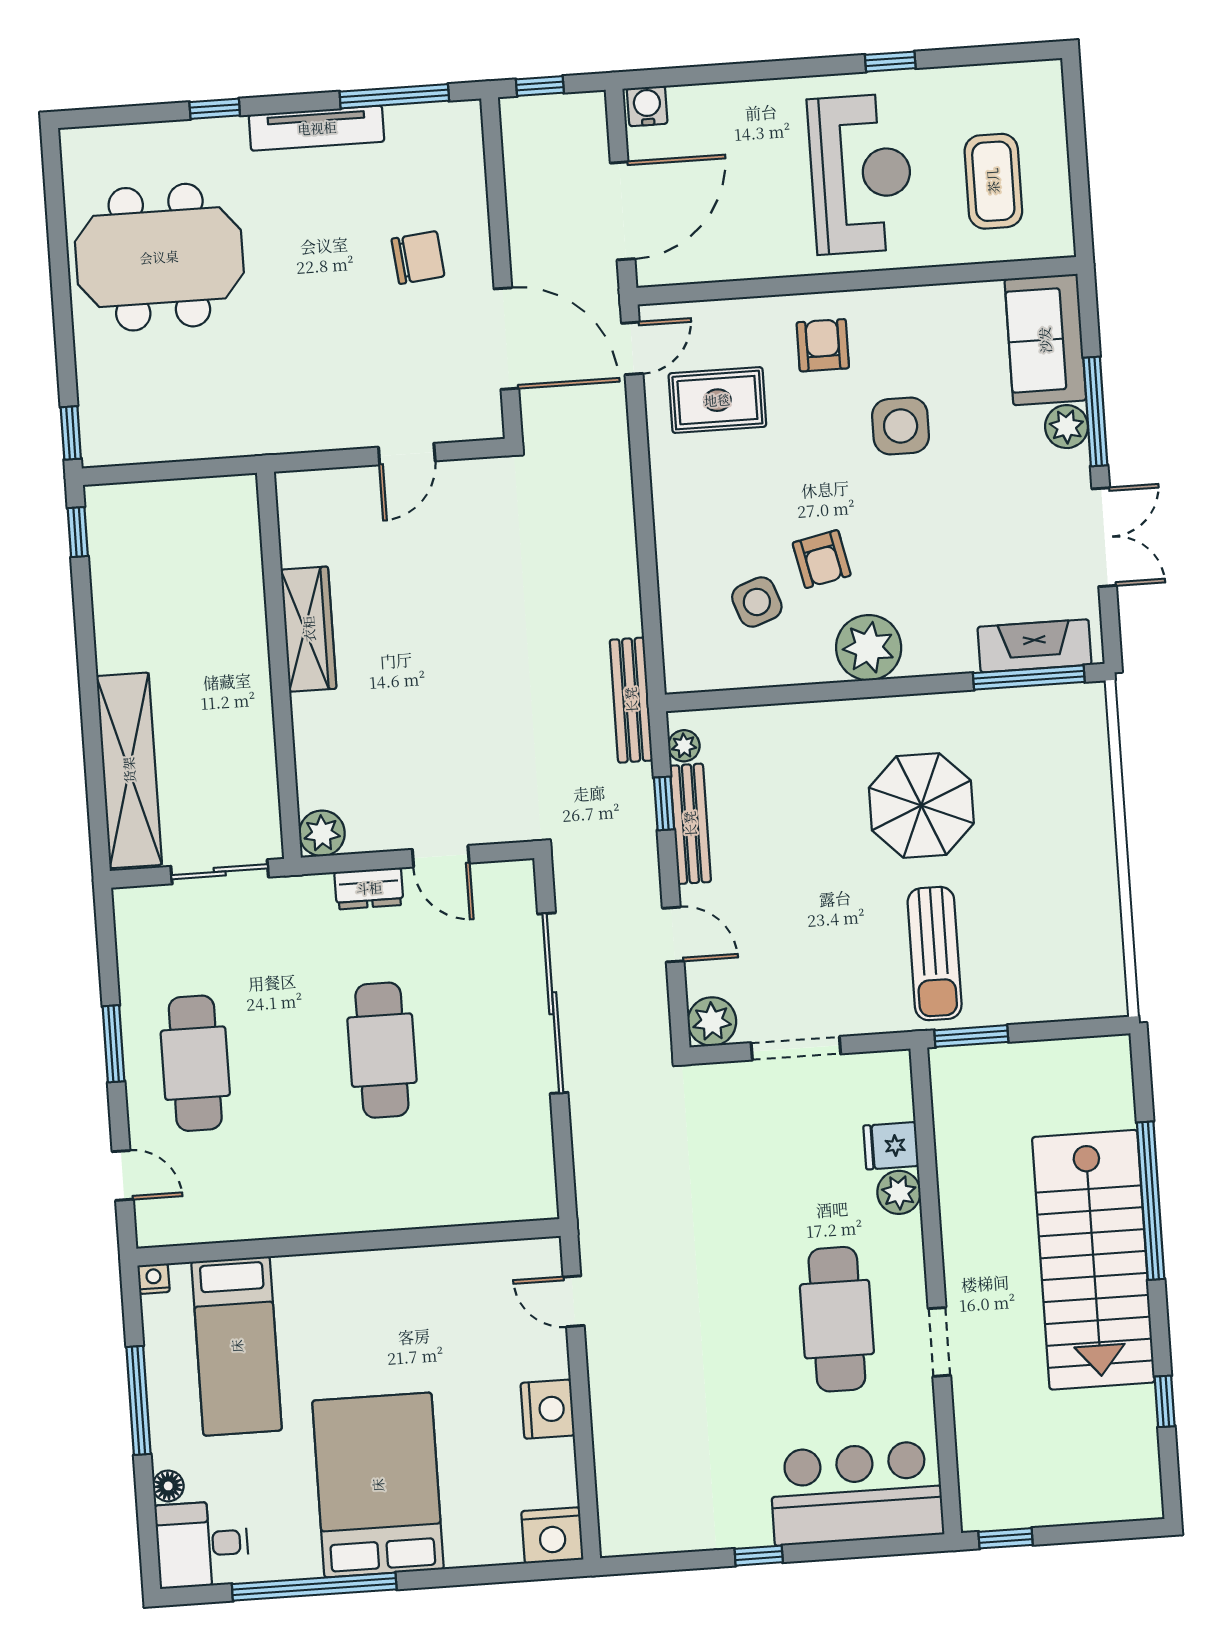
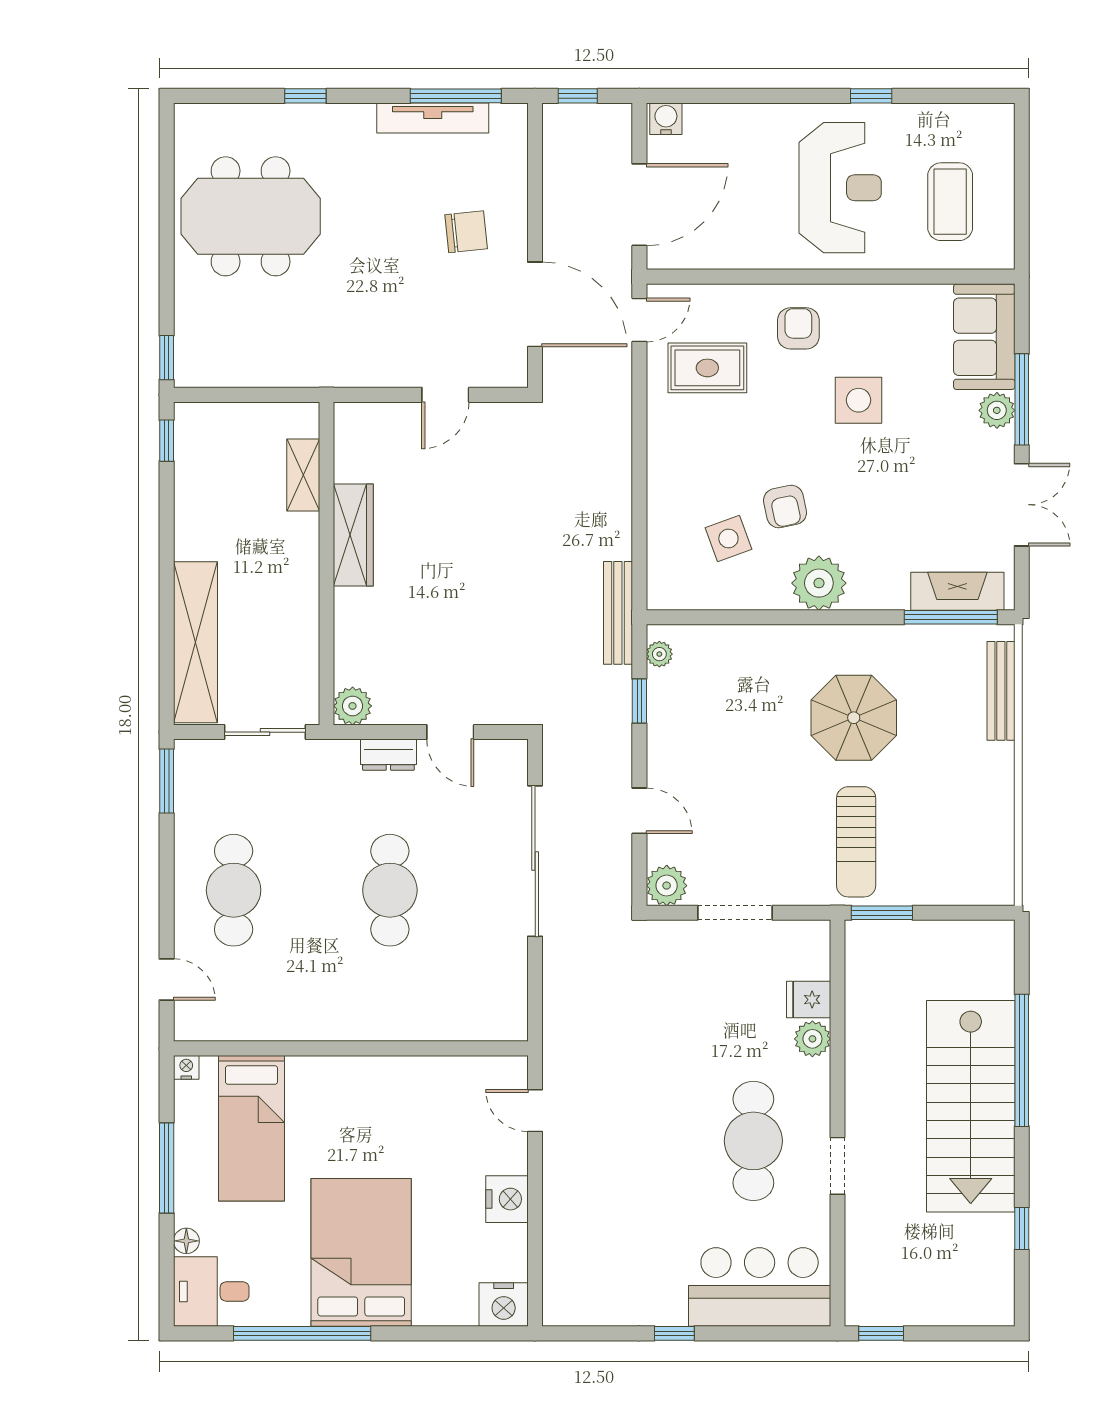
tv unit: (317, 128) -> (433, 118), moved
shelving: (244, 562) -> (303, 475), added
bench: (690, 824) -> (1001, 691), moved
window: (114, 1044) -> (167, 781), moved

